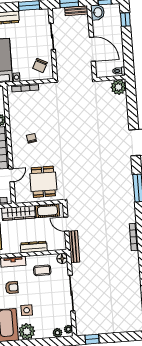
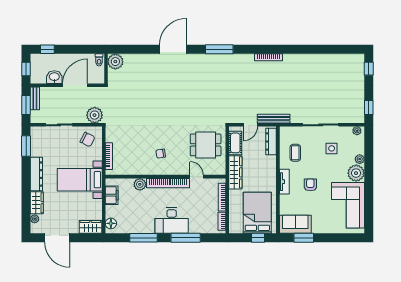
washbasin: (98, 12) -> (54, 77), moved
plant: (64, 71) -> (95, 115), added
dresser: (34, 247) -> (271, 142), moved
floor lamp: (62, 258) -> (285, 132), removed
side table: (27, 310) -> (332, 148), moved
plant: (57, 333) -> (360, 159), moved
window: (130, 336) -> (369, 69), added

